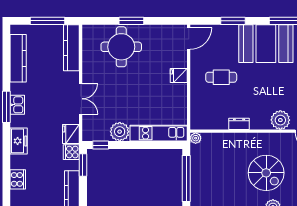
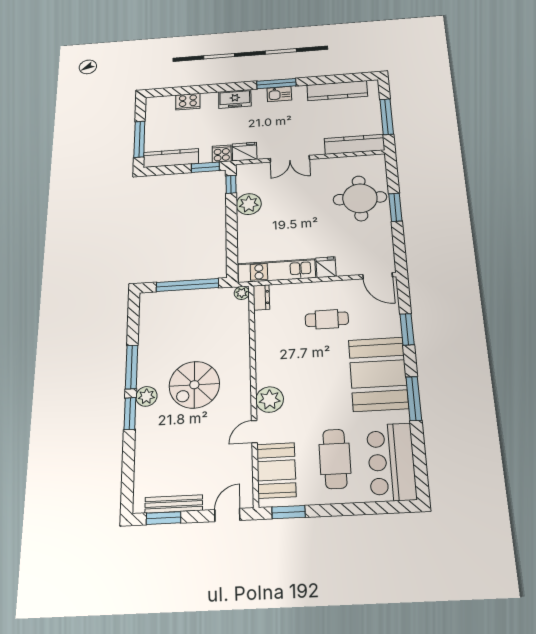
cafe table: (221, 77) -> (327, 319), turned 90
dresser: (239, 124) -> (261, 297), moved
kitchen unit: (159, 133) -> (277, 271), moved, turned -90

